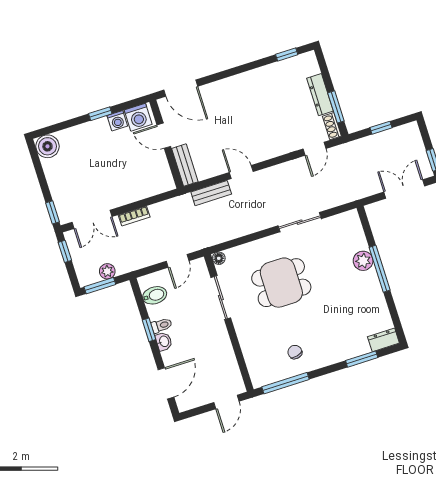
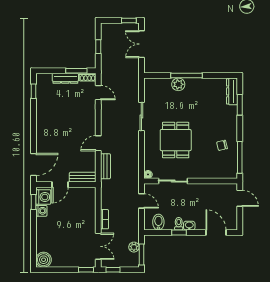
window: (100, 114) -> (34, 202), moved
dresser: (383, 340) -> (232, 91), width x1.44

